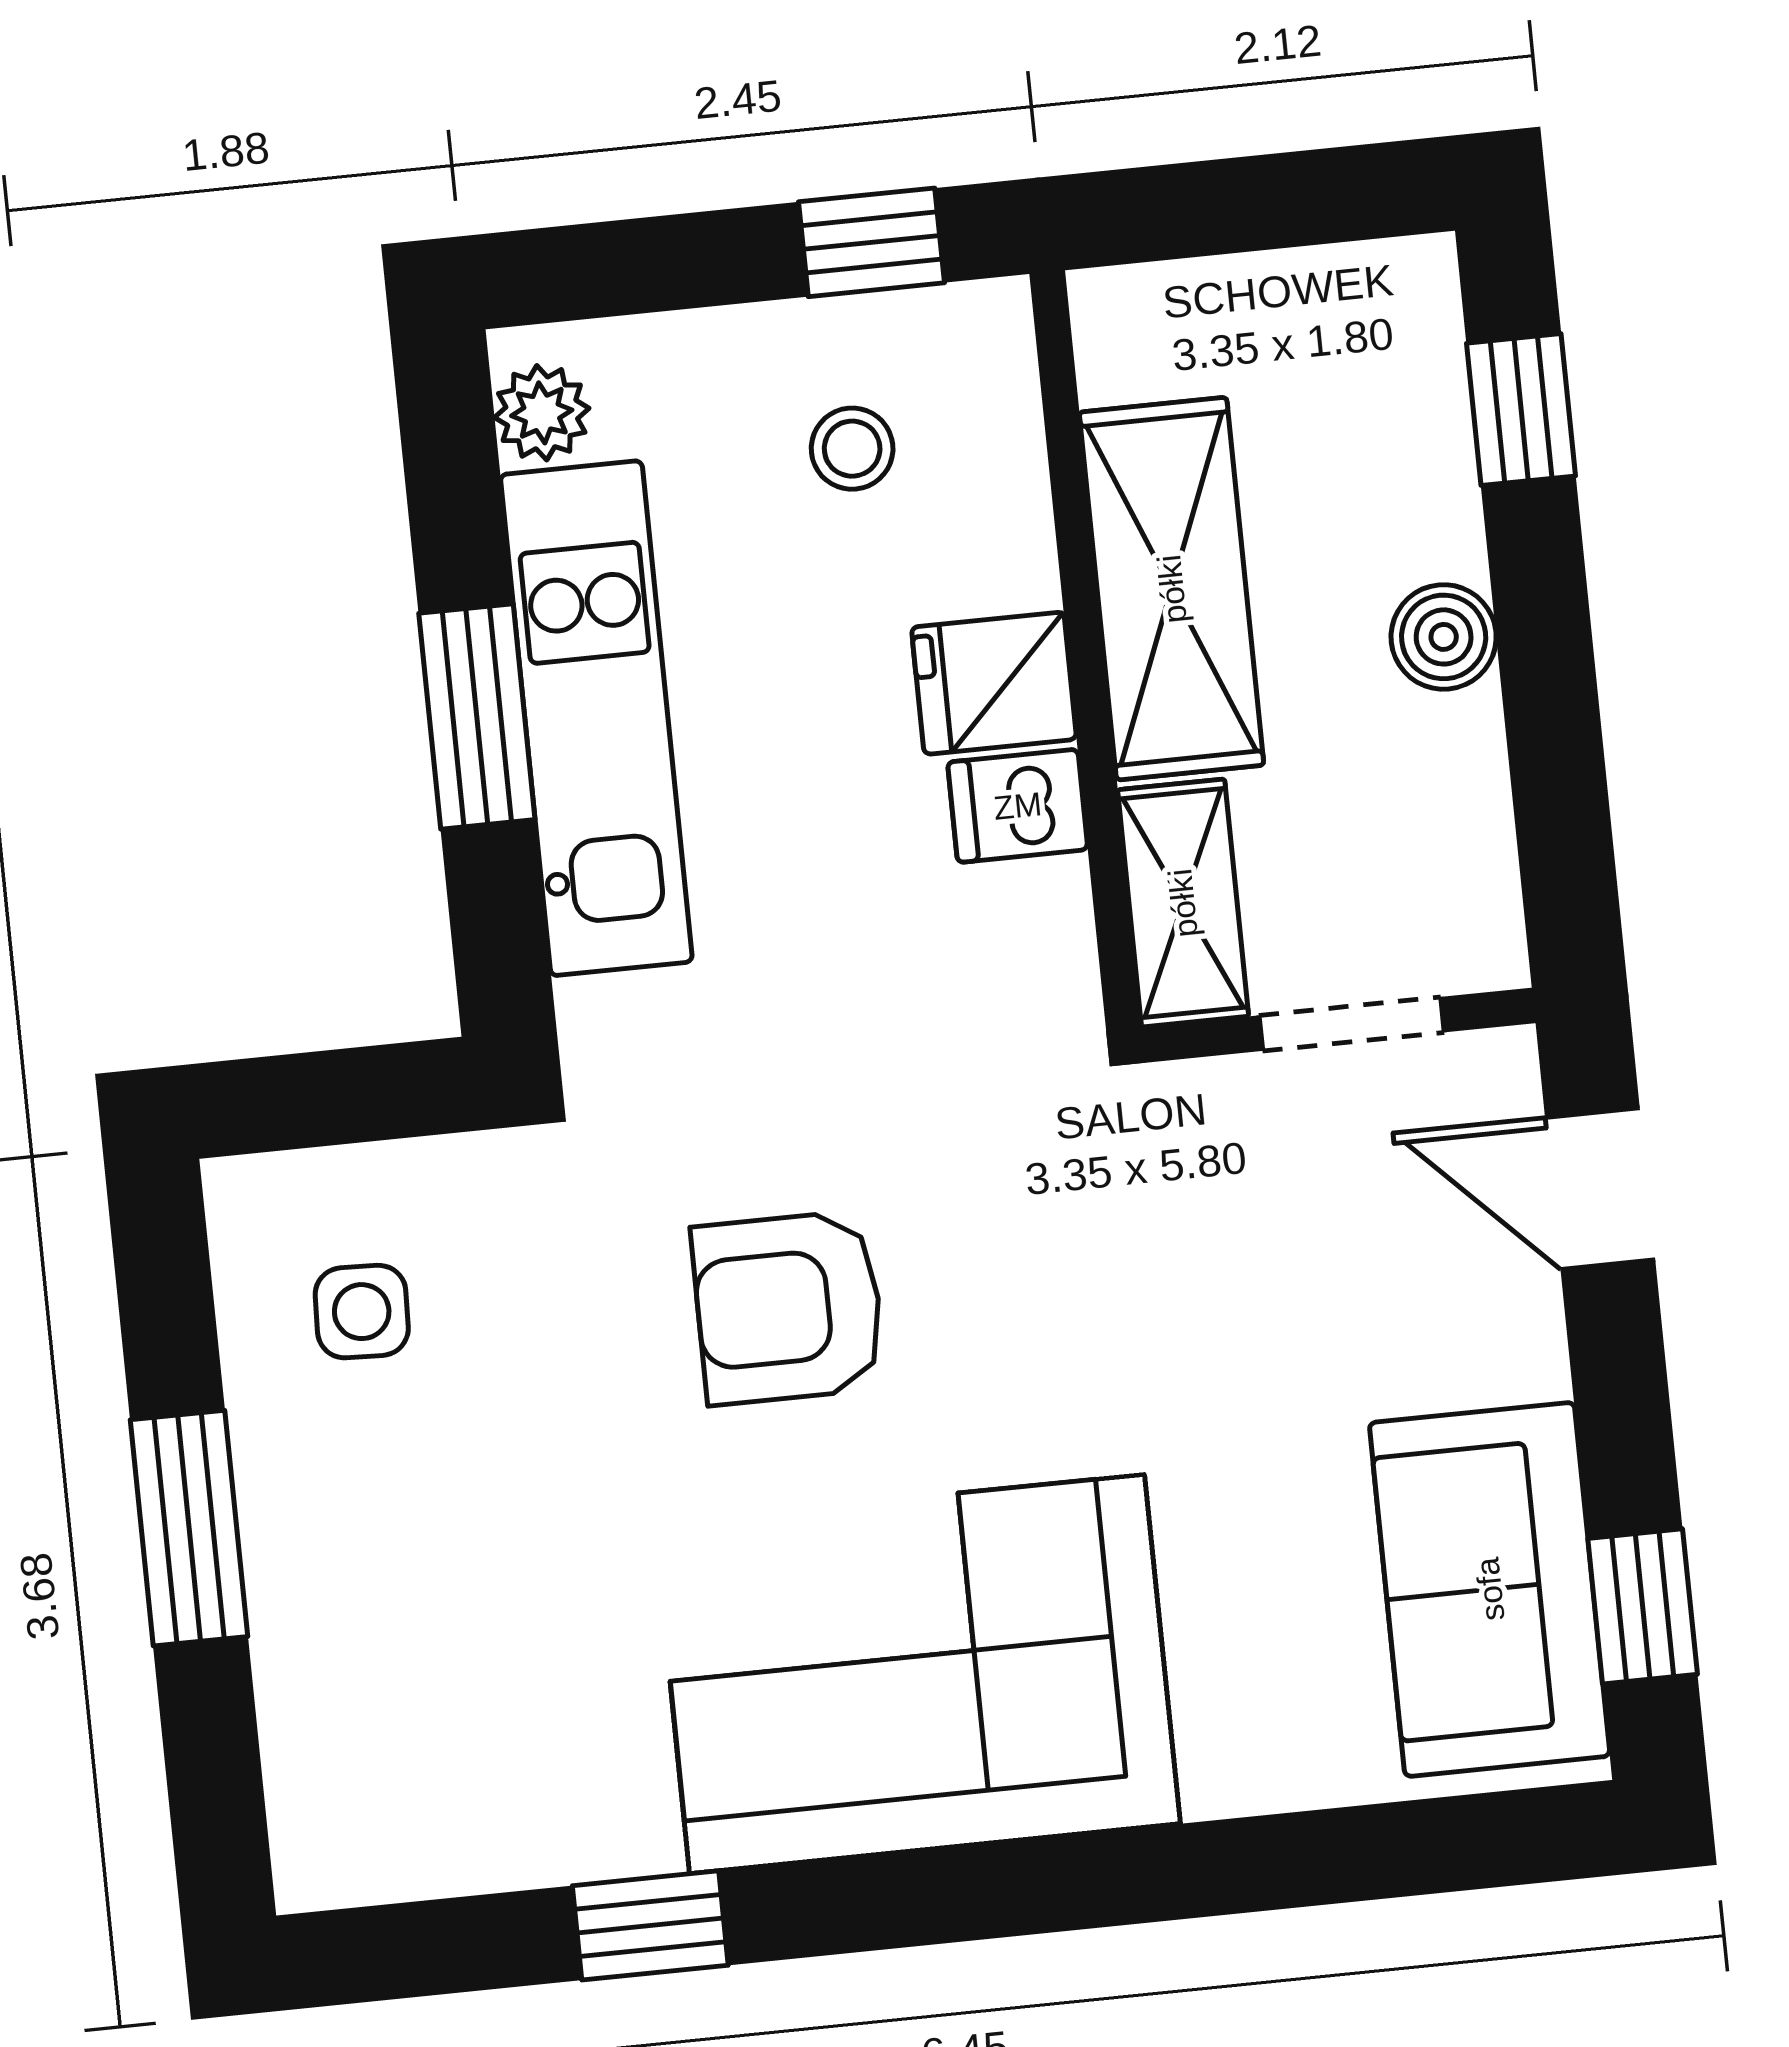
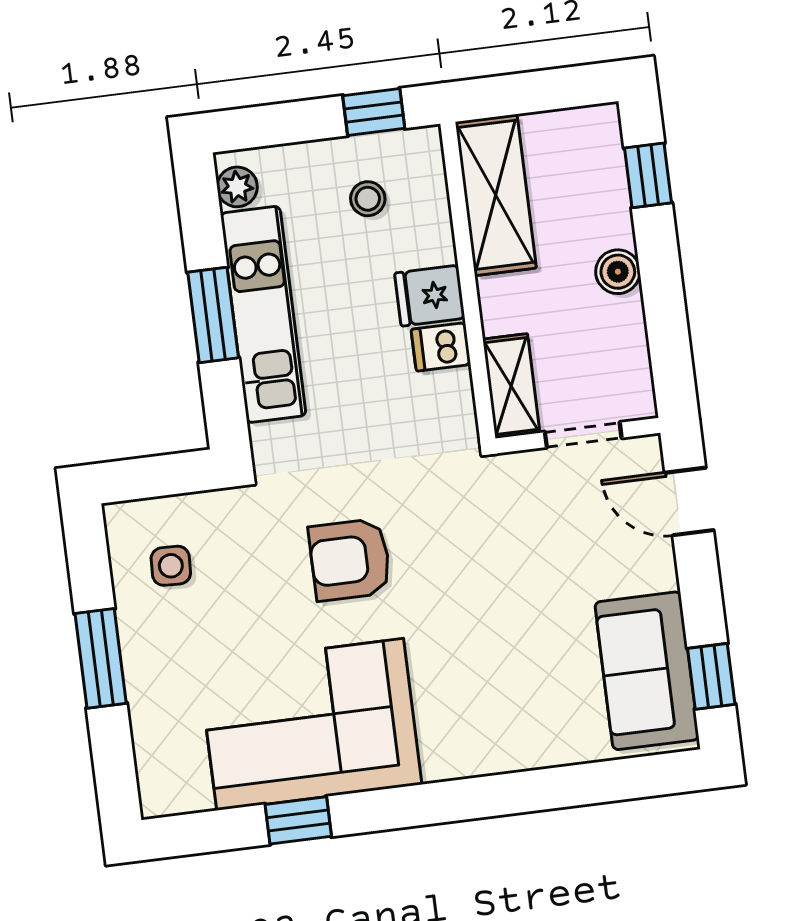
shelving: (1172, 589) -> (496, 195), moved
corner sofa: (917, 1674) -> (310, 724), moved

